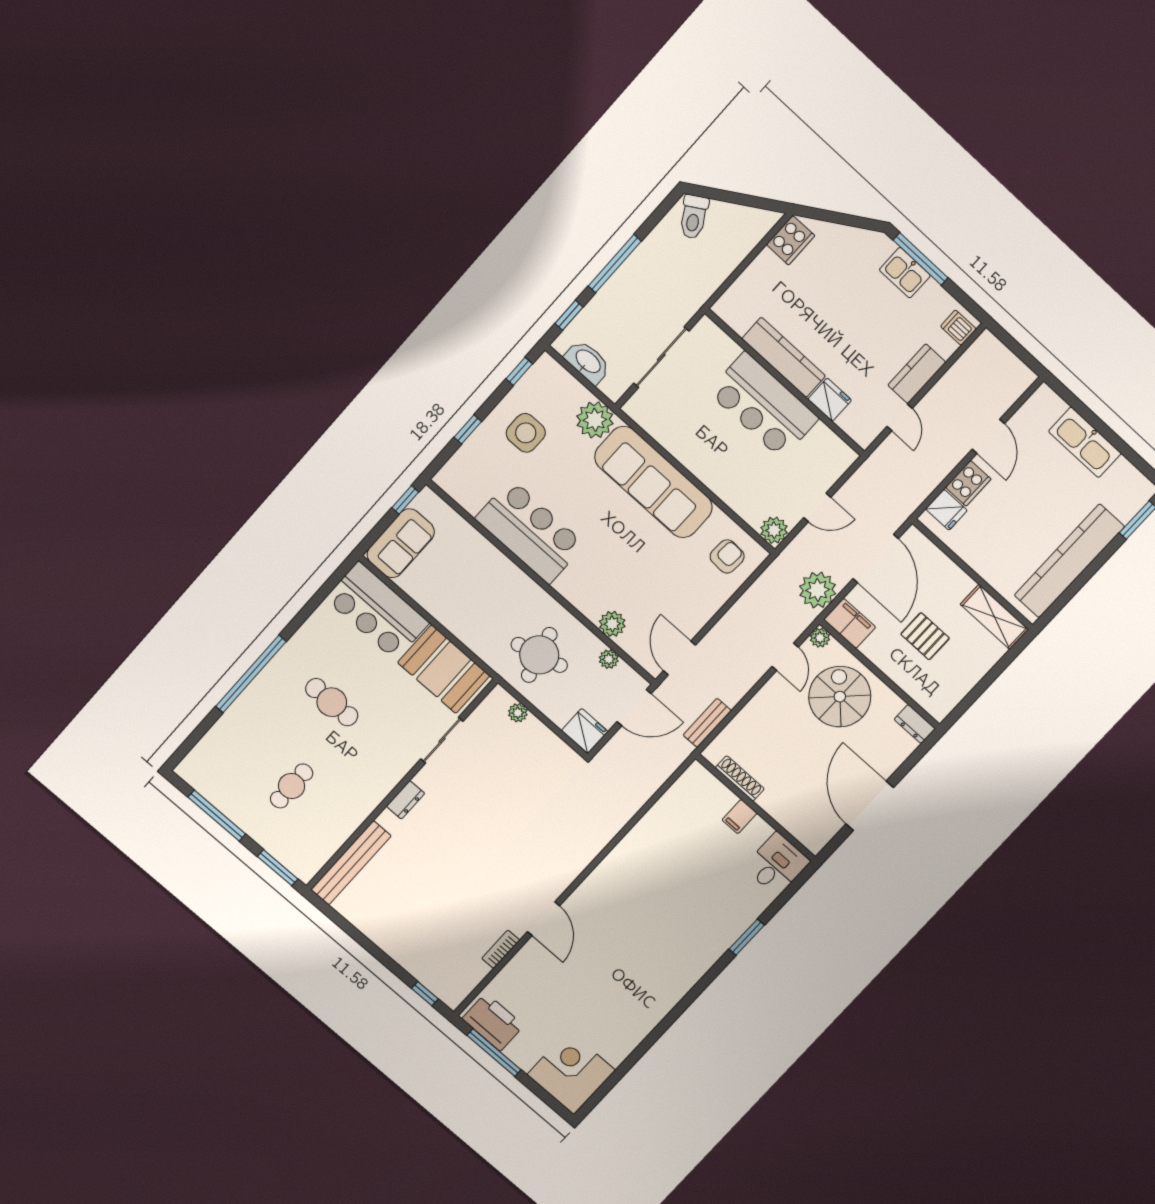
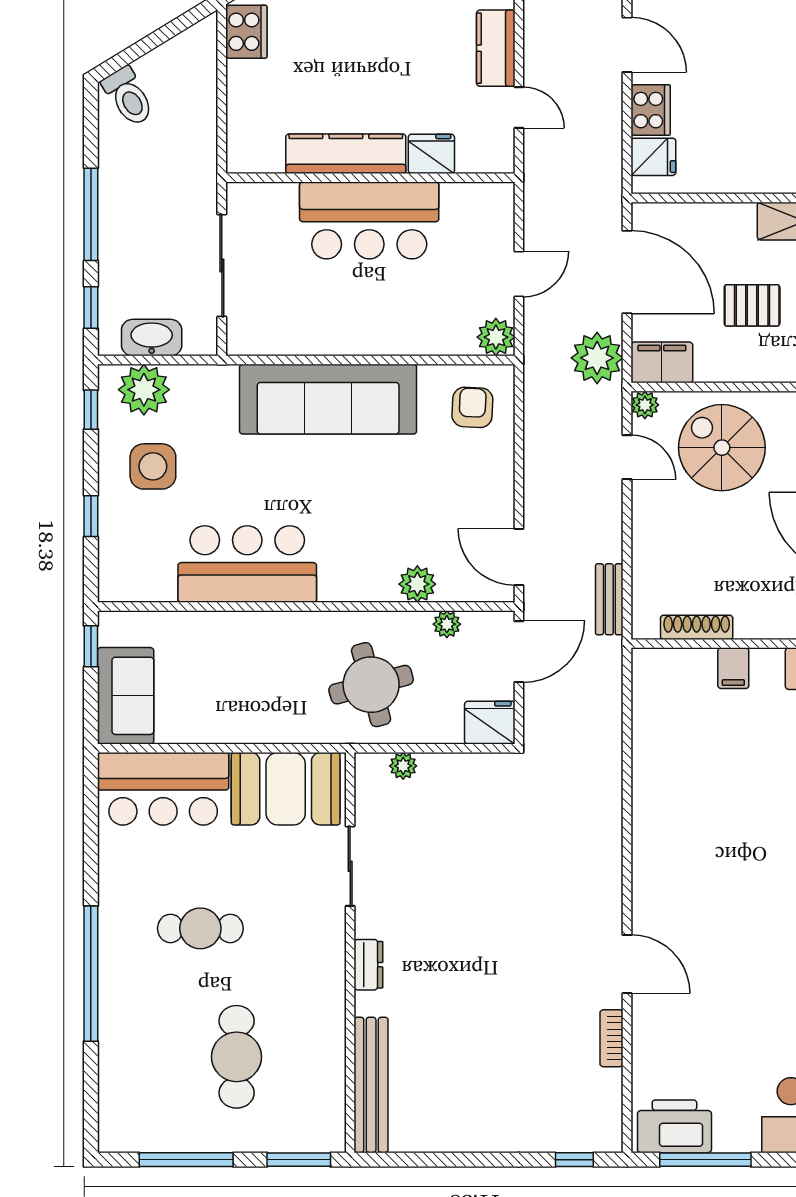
plant: (595, 420) -> (144, 390), moved
cafe table: (292, 786) -> (237, 1057), width x1.37, depth x1.35

